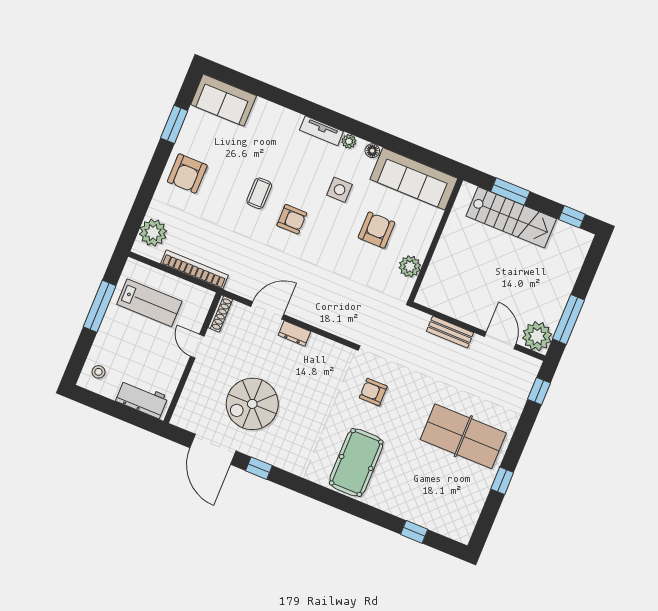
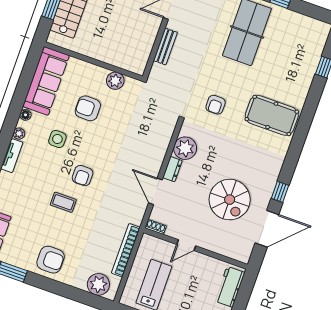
armchair: (292, 219) -> (83, 176), turned 180
shoe rack: (220, 314) -> (156, 227), width x0.70
plant: (320, 351) -> (185, 148), added

